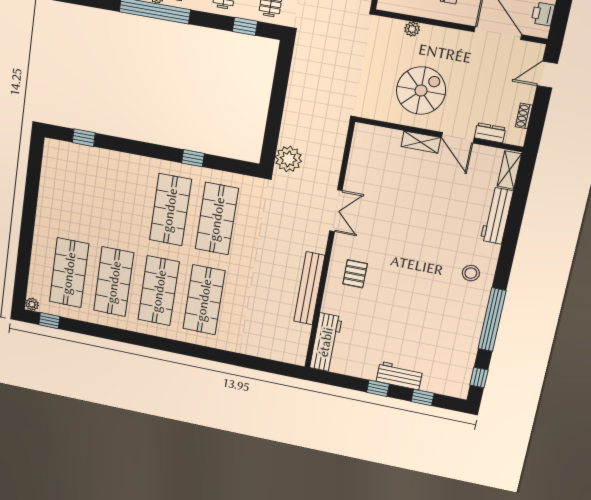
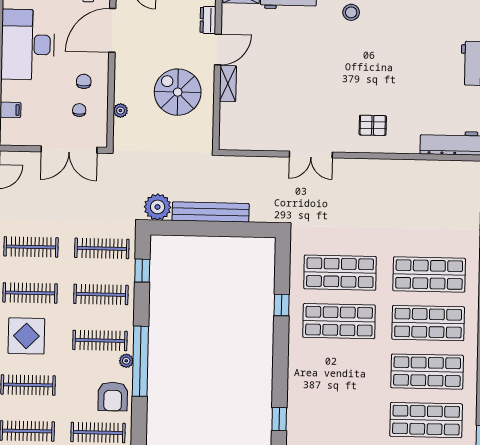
plant: (288, 159) -> (158, 207), moved
double door: (336, 211) -> (311, 155), swing flipped
bench: (309, 288) -> (211, 212), moved

